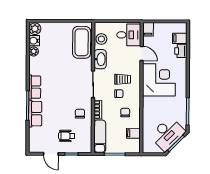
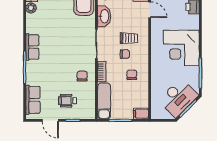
corner desk: (159, 80) -> (181, 48), moved, turned 180
row of seats: (35, 114) -> (33, 100), moved
filing cabinet: (133, 133) -> (141, 114), moved

